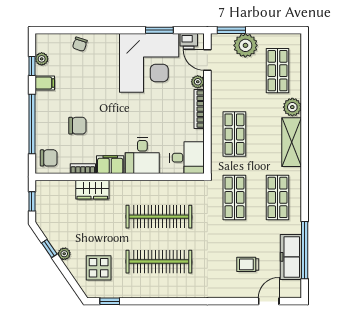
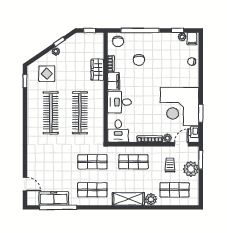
filing cabinet: (45, 83) -> (192, 39), moved
trolley: (248, 264) -> (170, 165), moved

